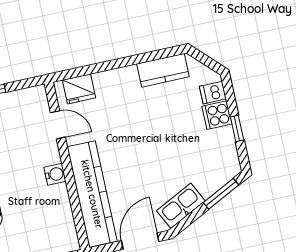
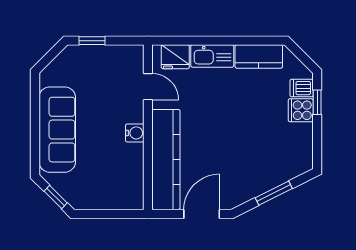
window: (237, 129) -> (317, 102), moved
window: (221, 194) -> (274, 193), moved
kitchen sink: (181, 206) -> (212, 56), moved, turned -153

